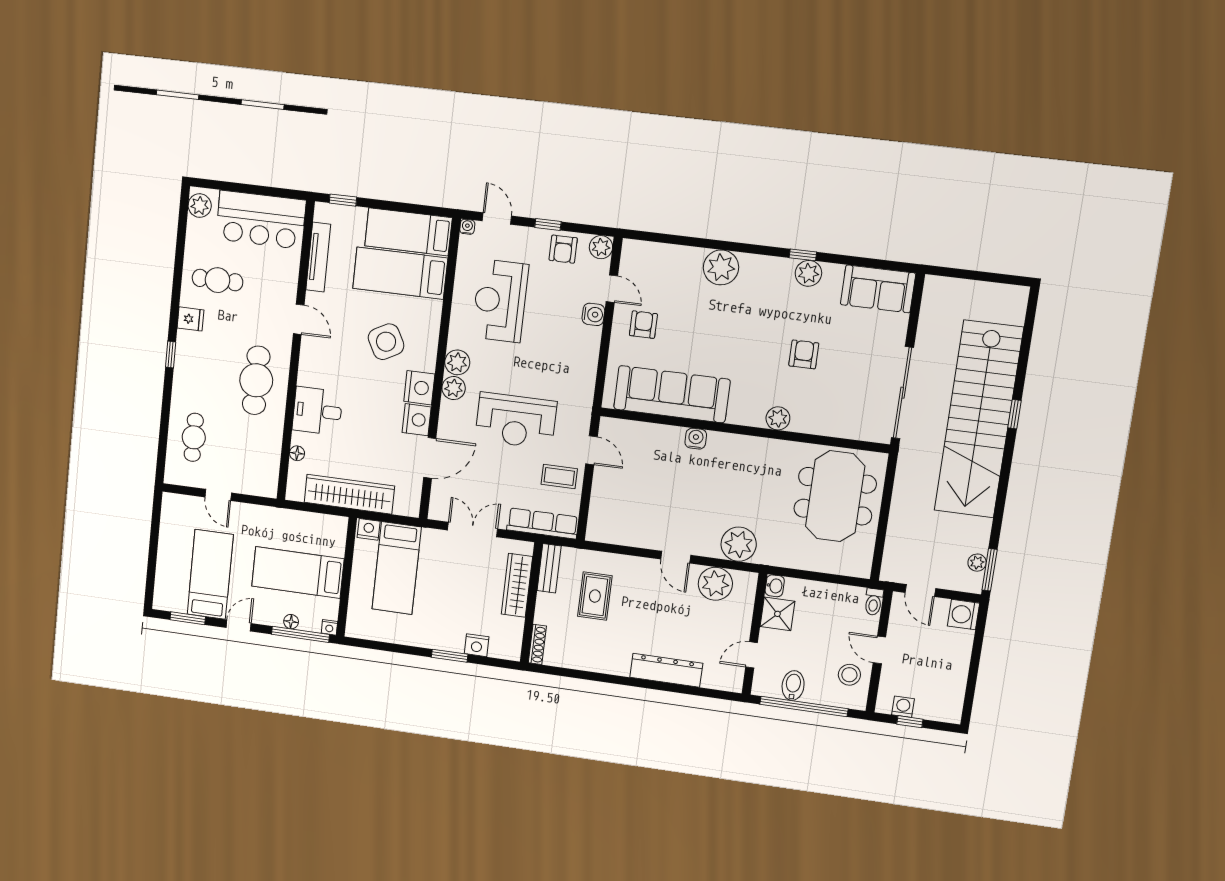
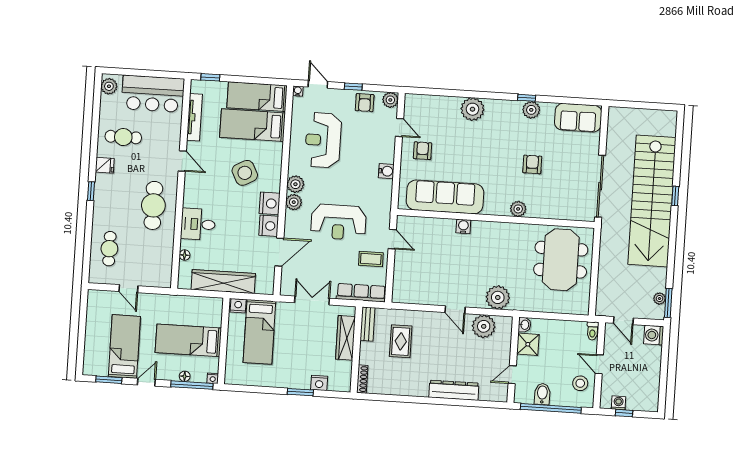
water cooler: (593, 314) -> (386, 171), moved

